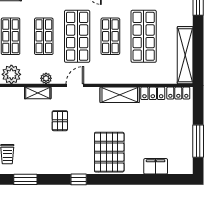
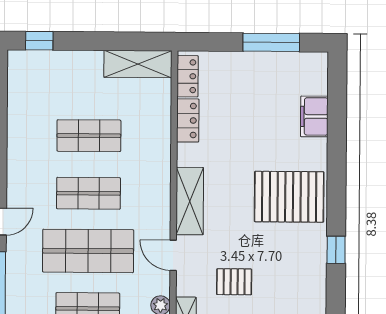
shop shelf: (144, 36) -> (89, 136), width x0.70, depth x0.74
shelving: (185, 55) -> (138, 64), width x0.68
shelving: (120, 95) -> (190, 201), moved

